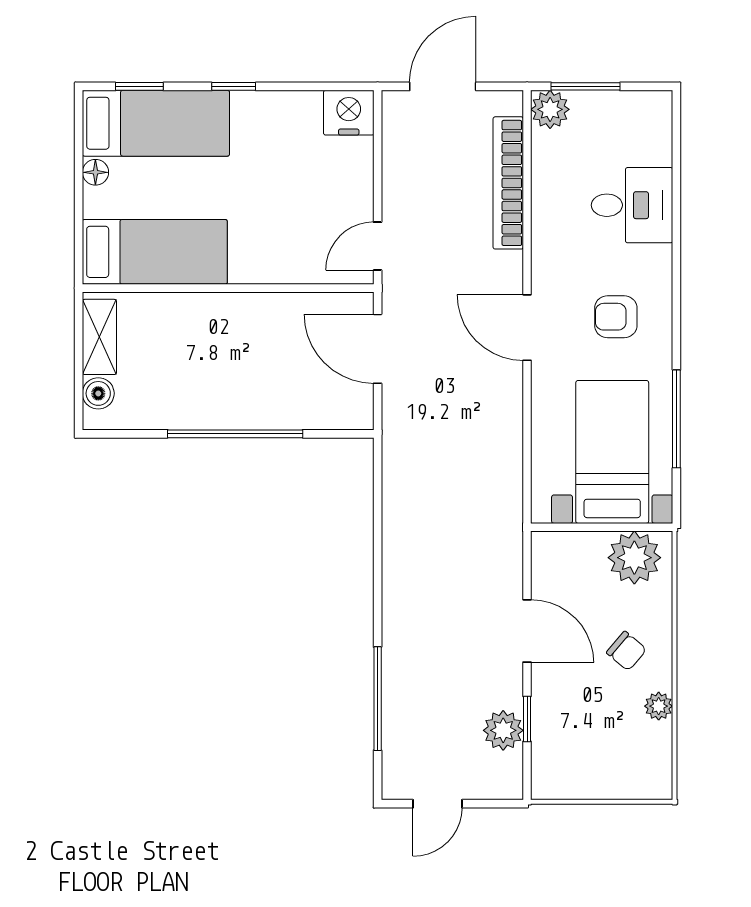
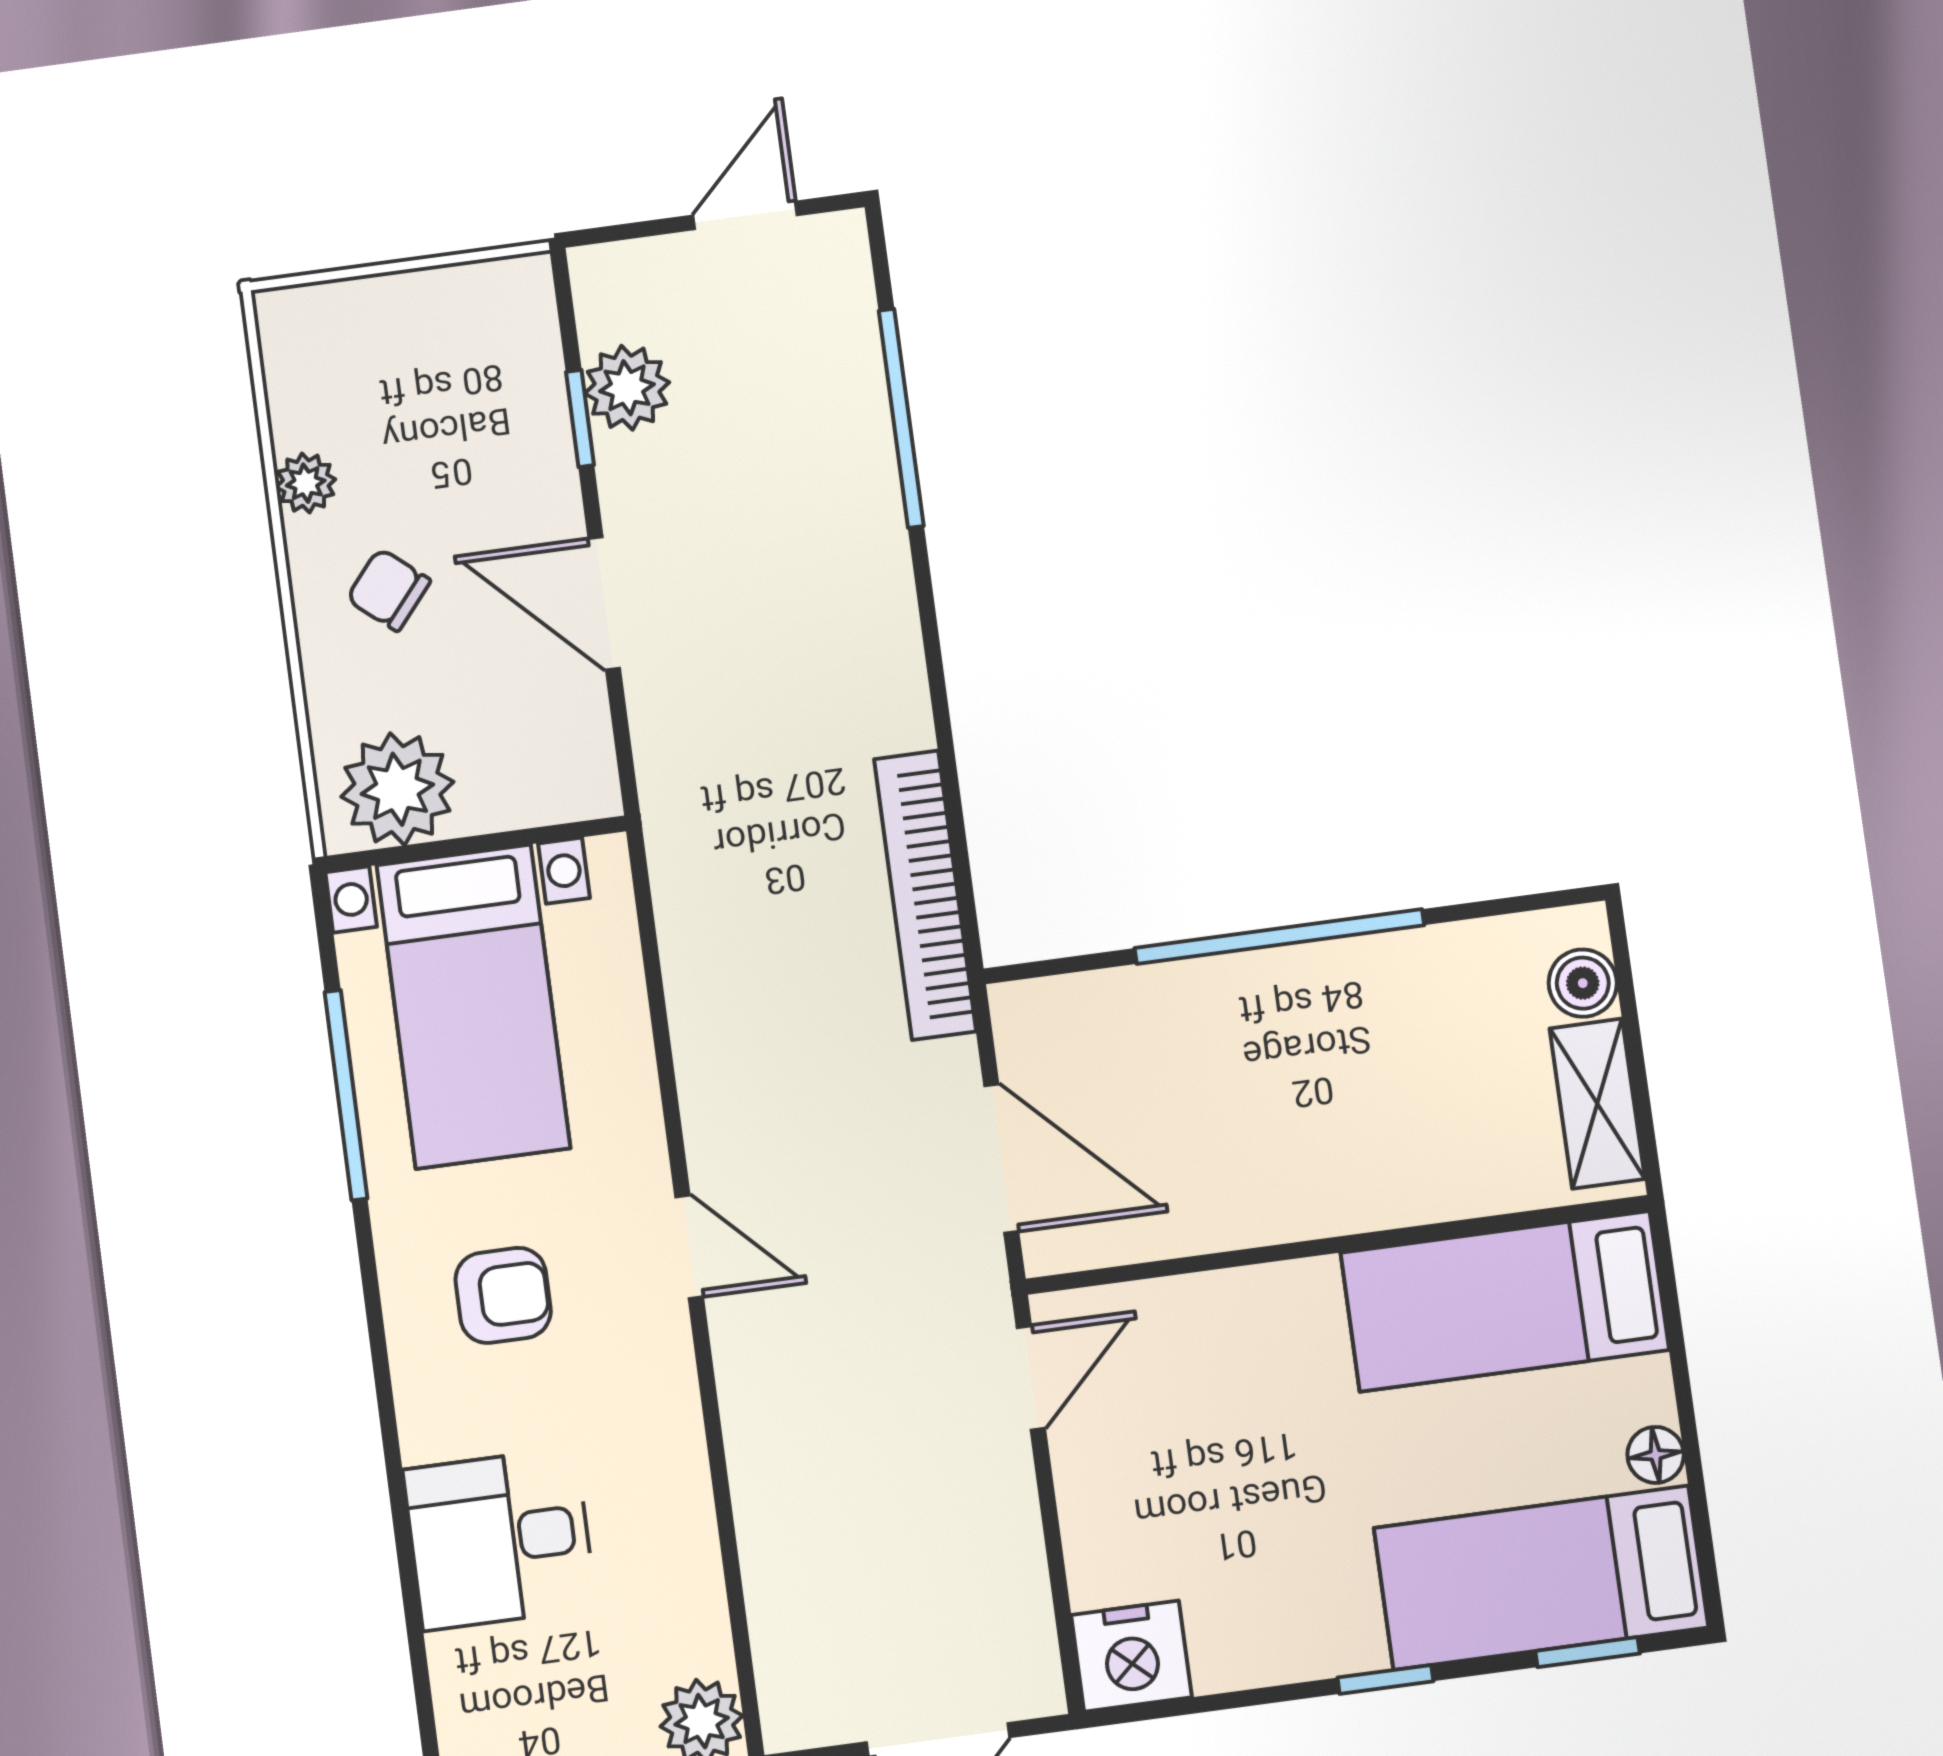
bookcase: (508, 183) -> (925, 895), moved, turned 180
door: (527, 328) -> (689, 1247), width x0.73

